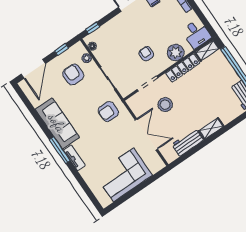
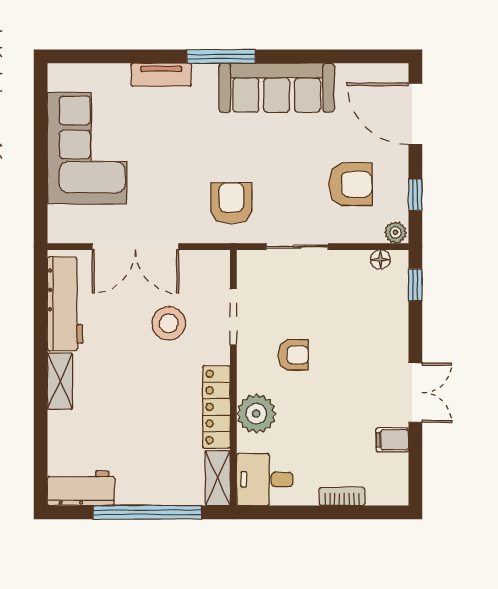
plant: (87, 58) -> (395, 232), moved
workbench: (188, 142) -> (65, 304), width x1.38
tv unit: (74, 158) -> (161, 75), moved

